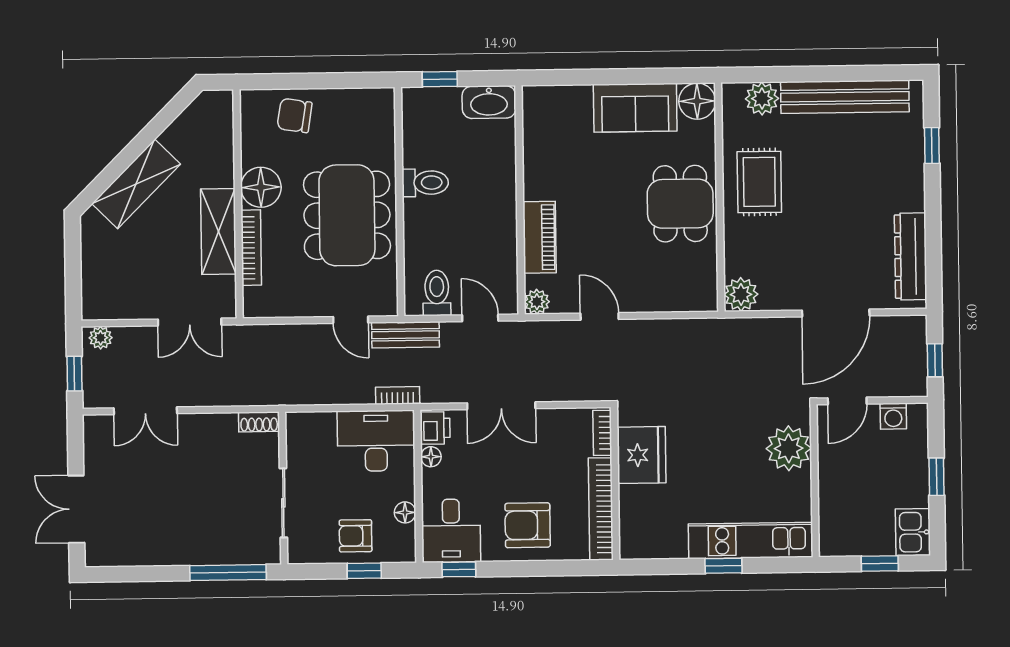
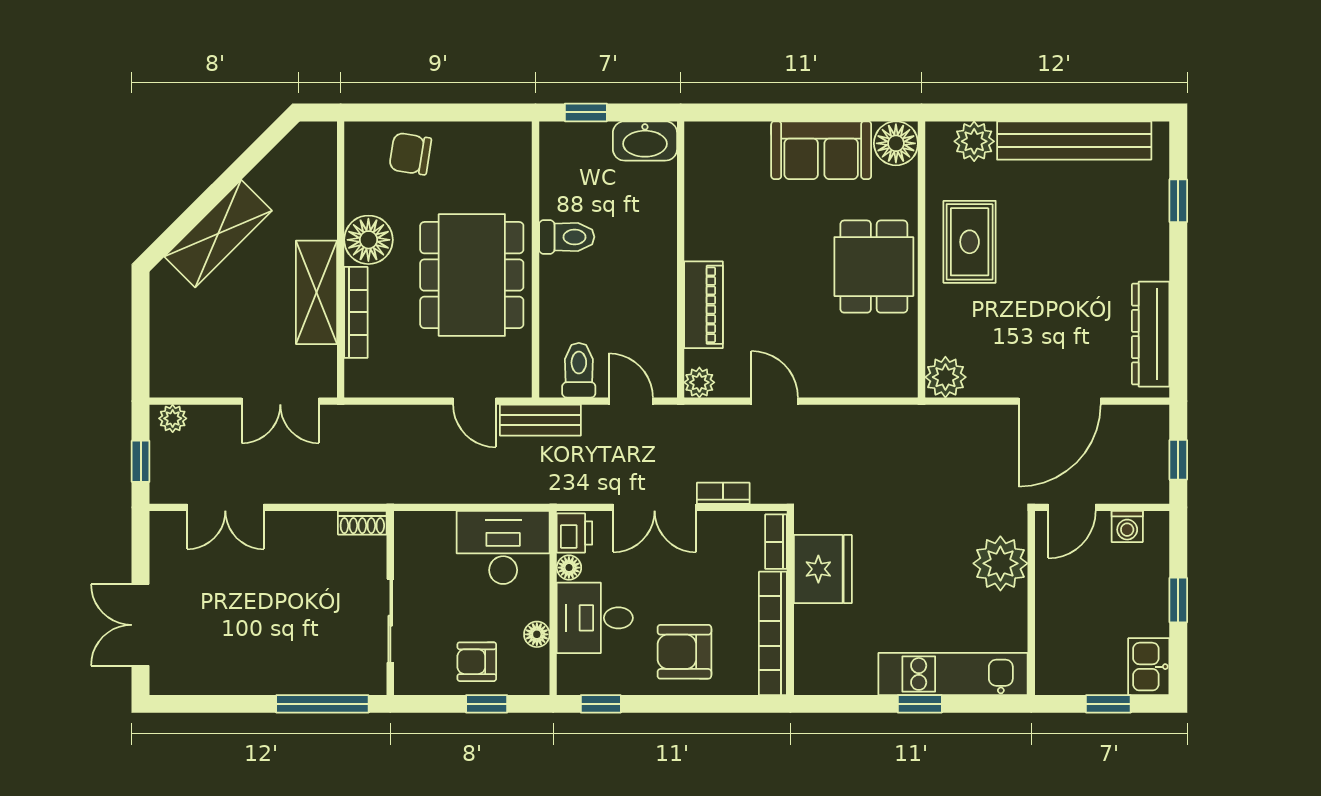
bookcase: (398, 396) -> (723, 493), moved
desk: (451, 531) -> (595, 618), moved, turned 90

